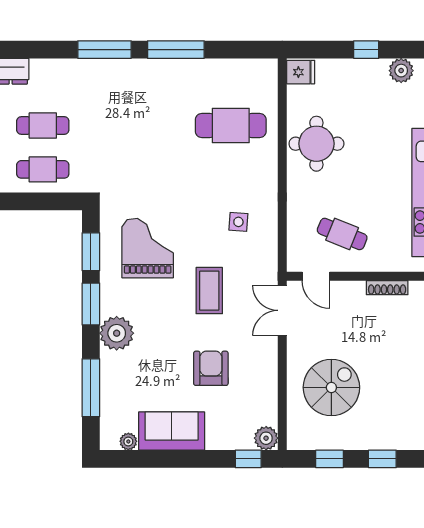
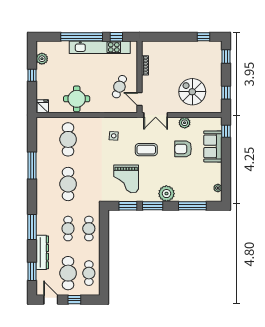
window: (104, 50) -> (32, 227), moved
cafe table: (137, 125) -> (68, 184), added
grand piano: (148, 248) -> (126, 179), turned -90
door: (316, 276) -> (139, 99), swing flipped
sofa: (172, 431) -> (213, 146), moved
plant: (266, 438) -> (185, 123), moved
window: (382, 459) -> (226, 57), moved

